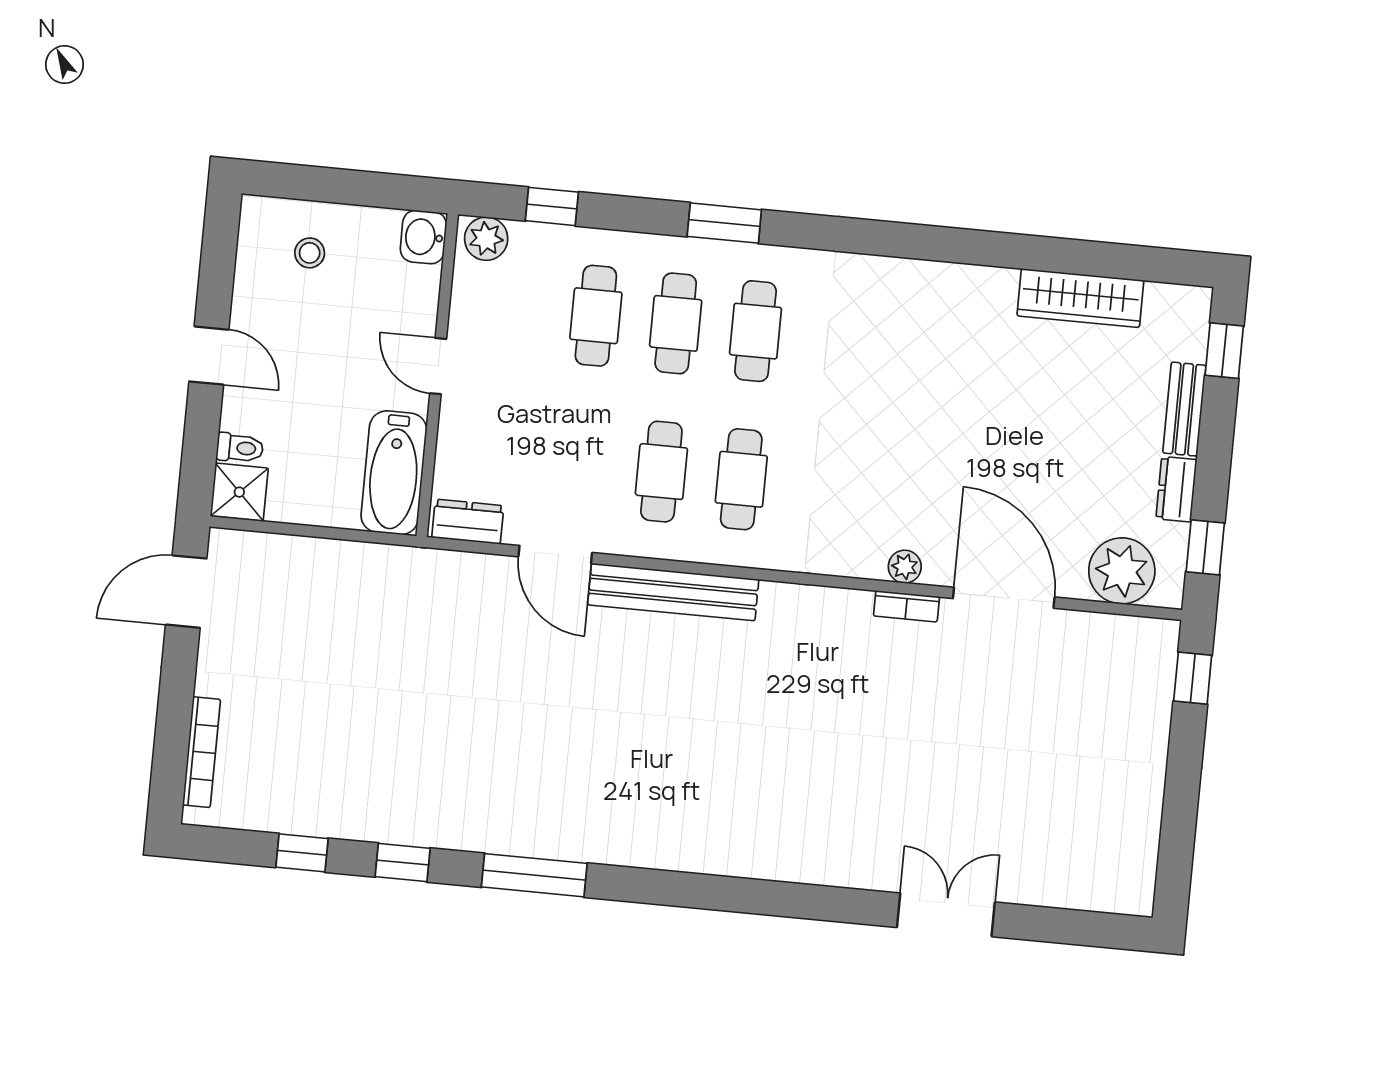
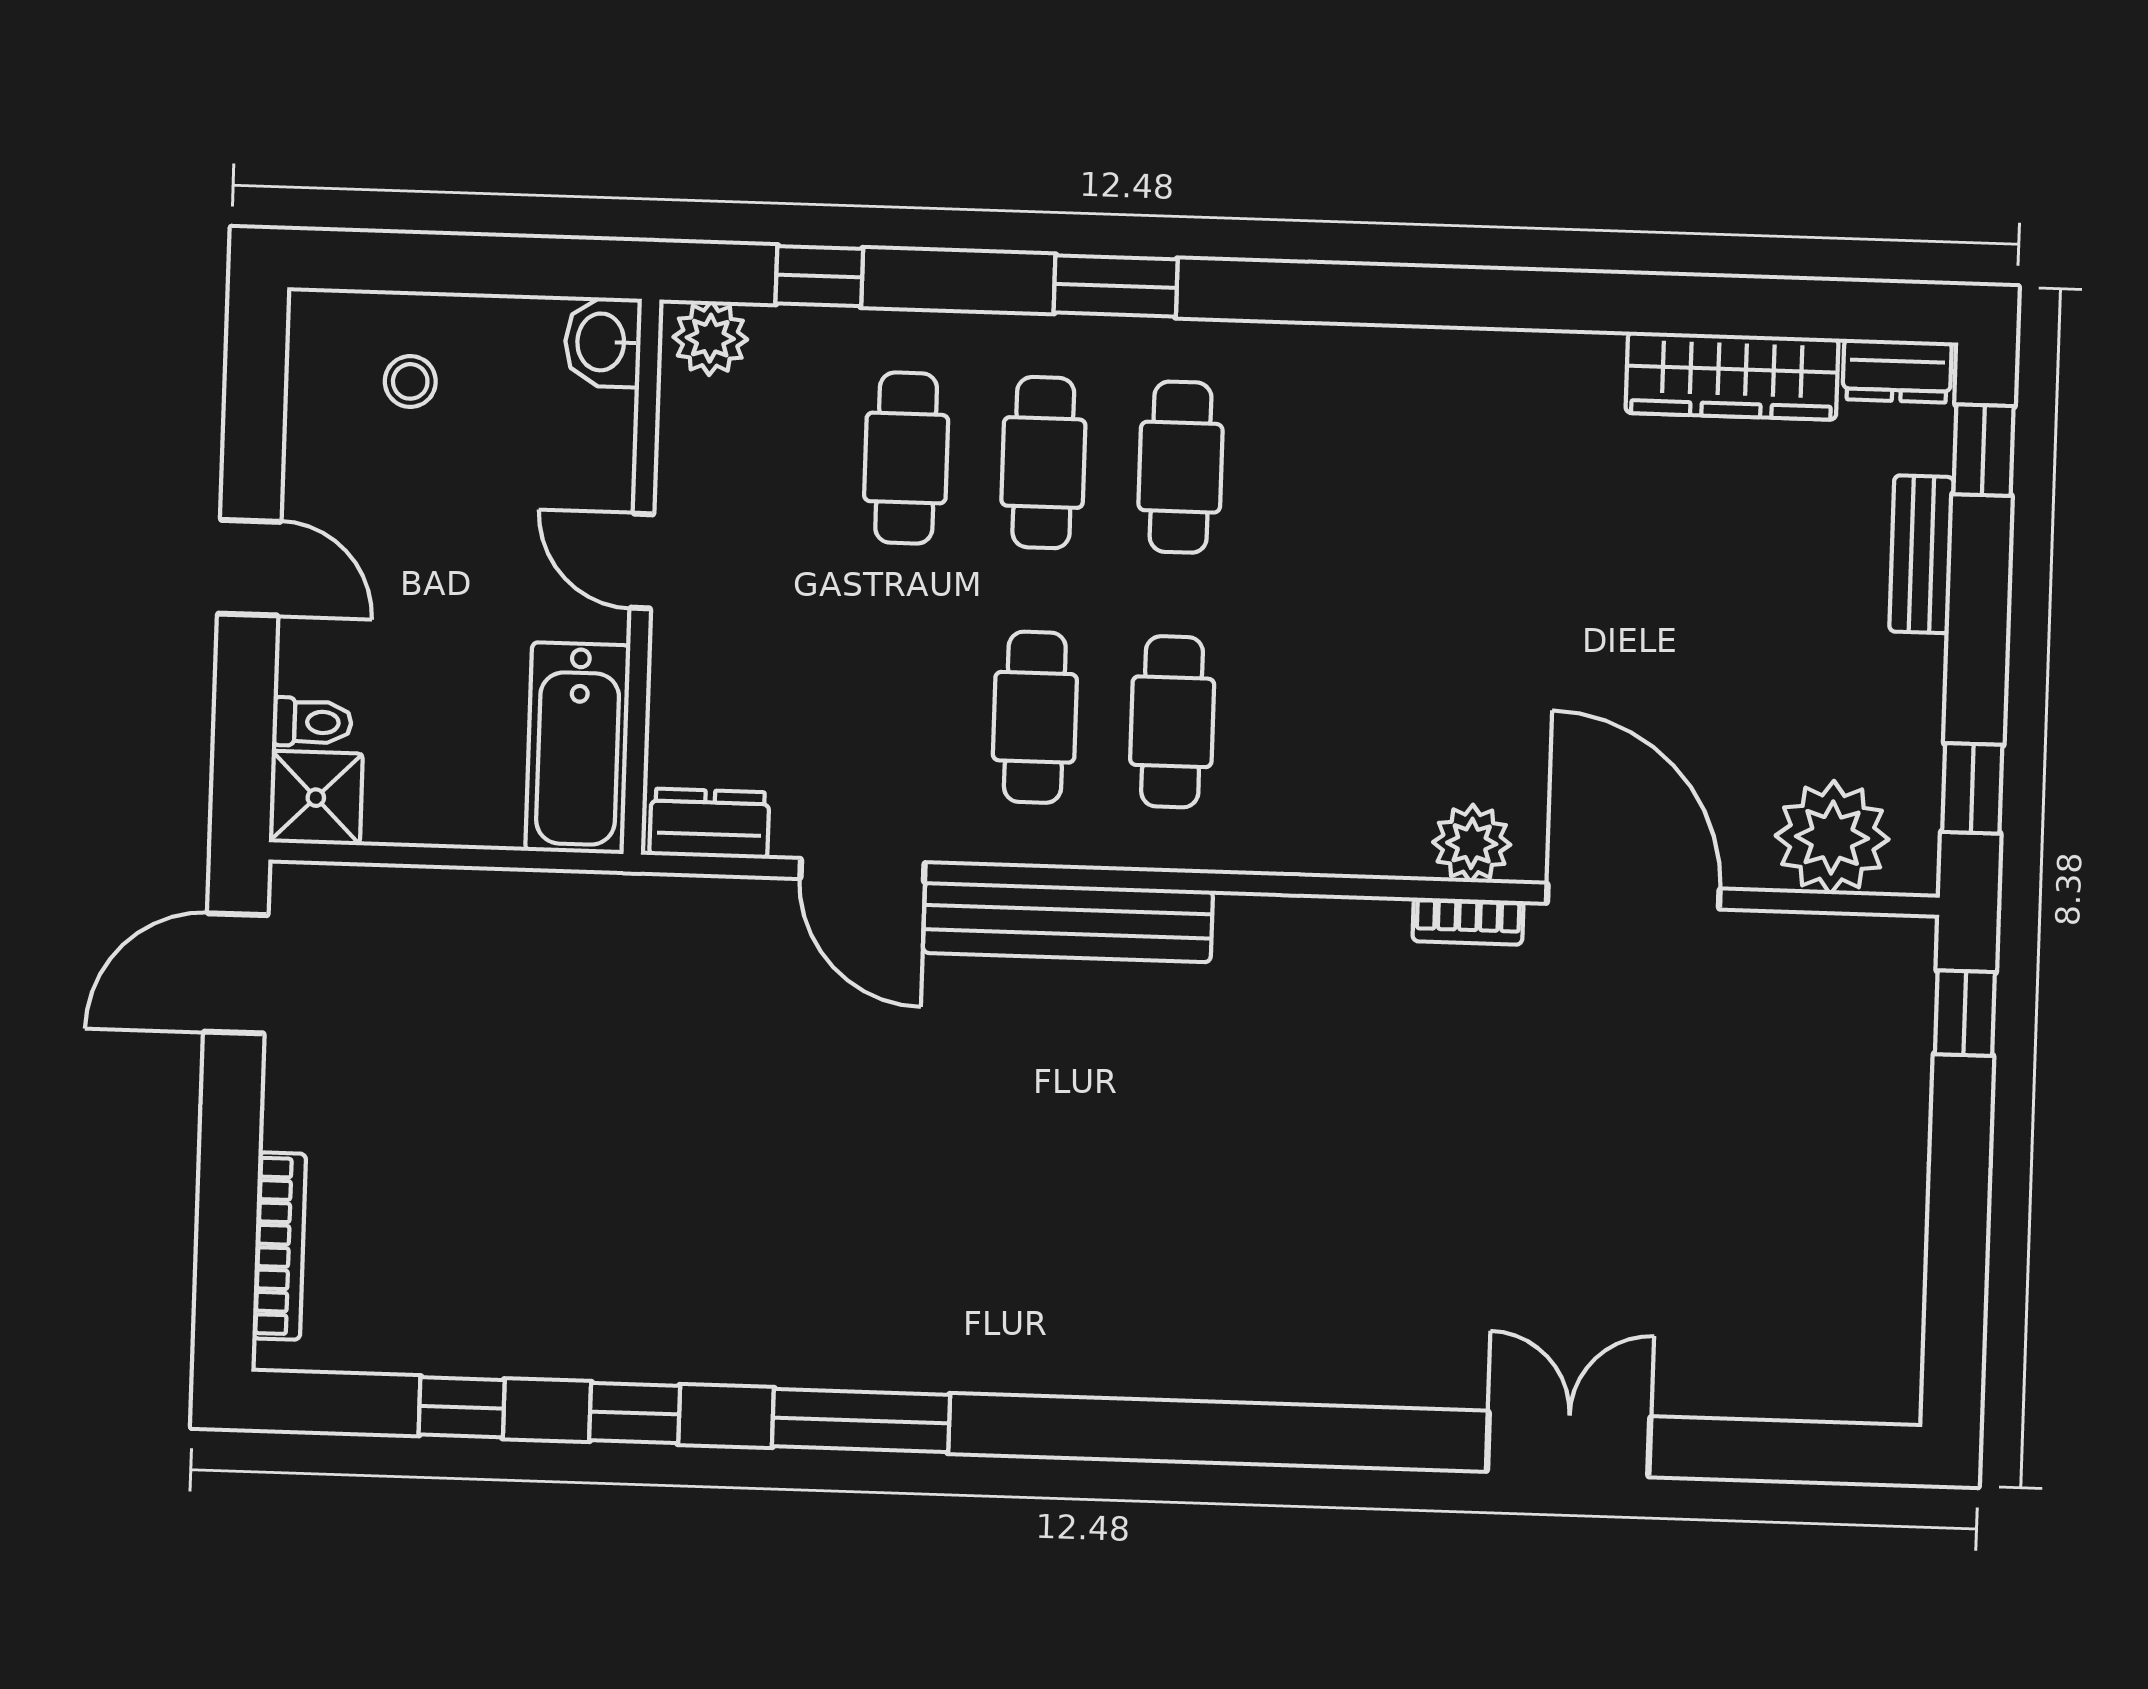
dresser: (1176, 489) -> (1897, 371), moved, turned -90
plant: (905, 567) -> (1472, 843), width x1.38, depth x1.38

